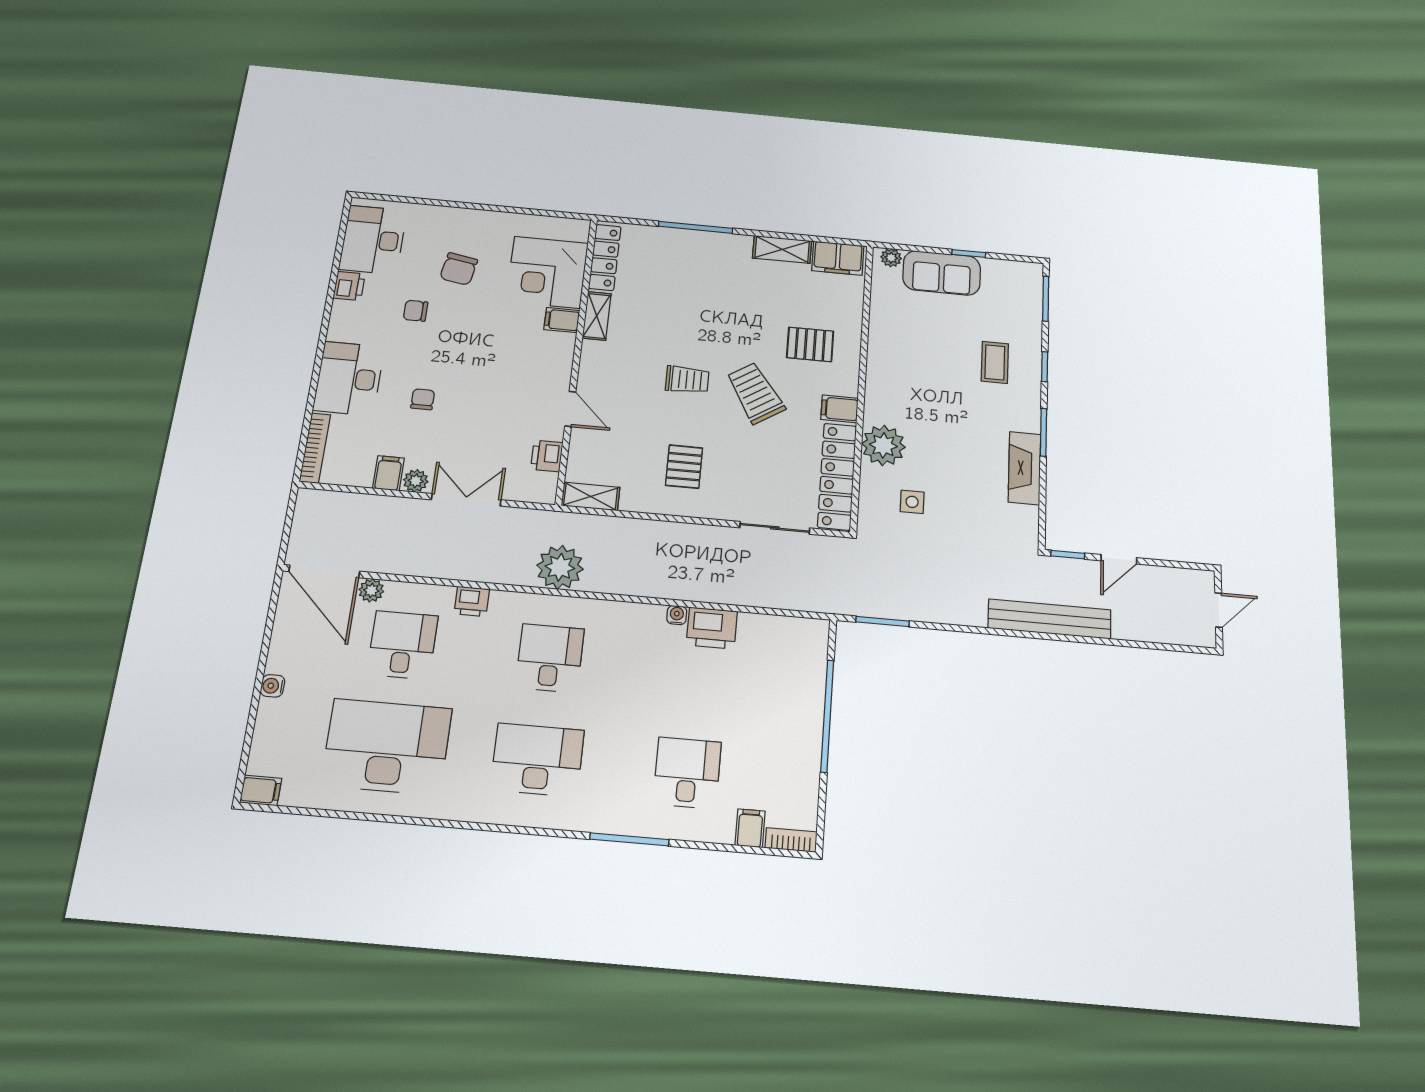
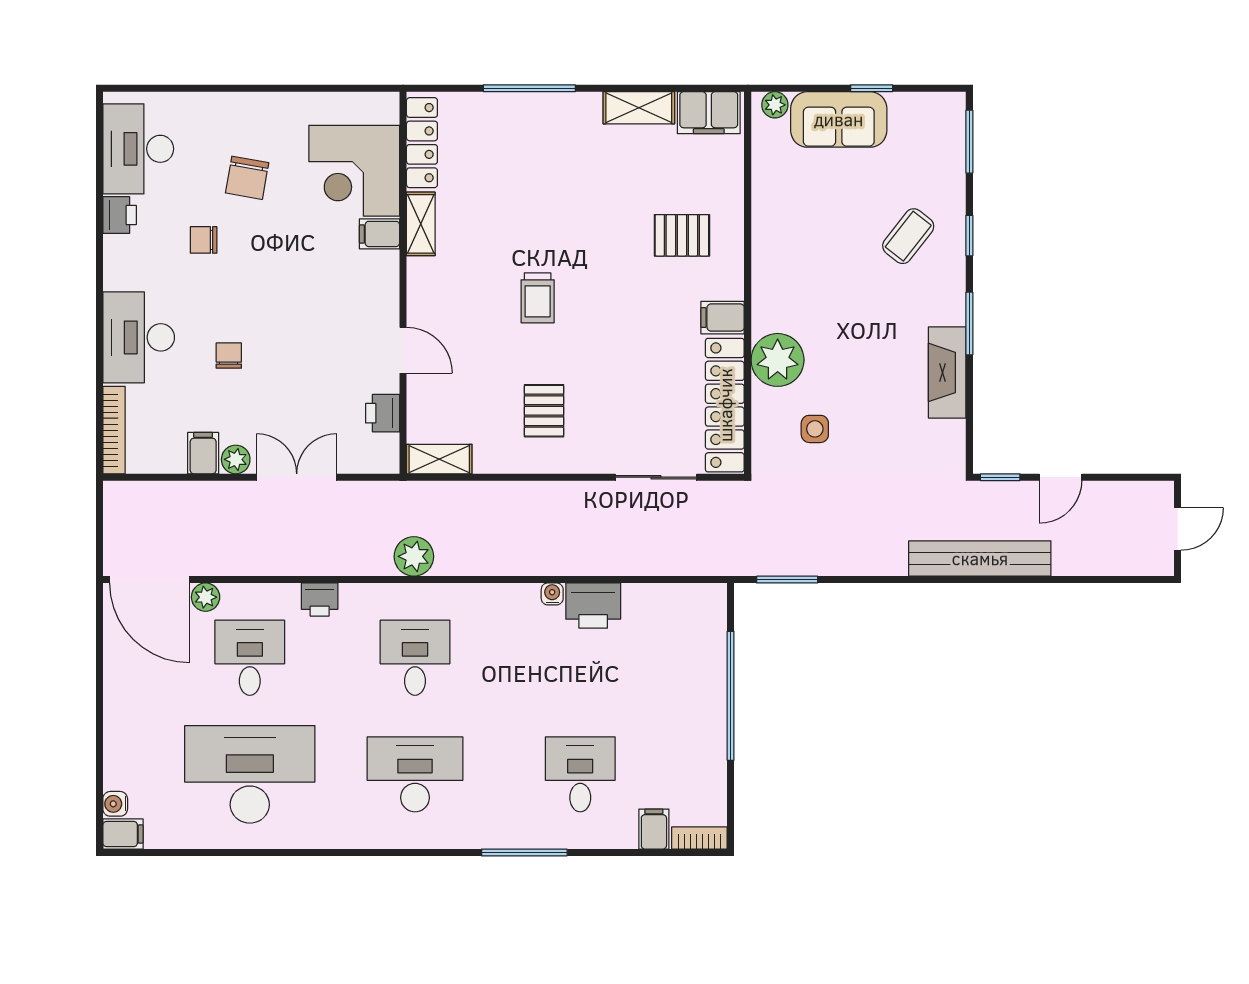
coffee table: (995, 362) -> (908, 236), turned 38
trolley: (687, 380) -> (538, 298), turned 90
trolley: (755, 393) -> (620, 307), removed
plant: (560, 567) -> (414, 556), width x0.73, depth x0.73
water cooler: (273, 686) -> (115, 804), moved

